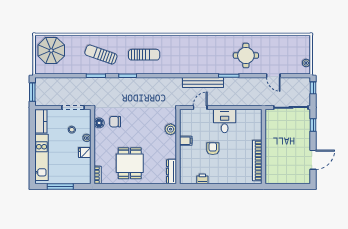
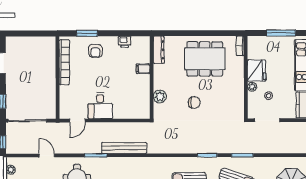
door: (200, 107) -> (77, 121), moved
chair: (115, 122) -> (194, 103), moved
floor lamp: (99, 123) -> (239, 103), removed
filing cabinet: (186, 141) -> (143, 69), moved
armchair: (213, 149) -> (95, 51), moved
fridge: (85, 153) -> (257, 71), width x1.88, depth x1.34
dining table: (130, 163) -> (205, 59), width x1.37
window: (237, 187) -> (87, 33), added

